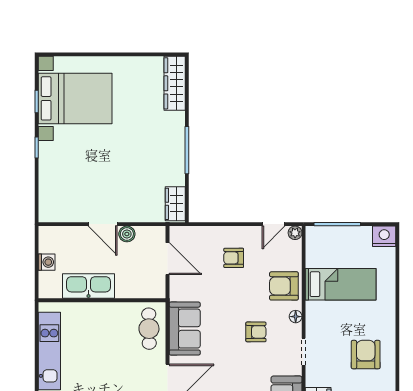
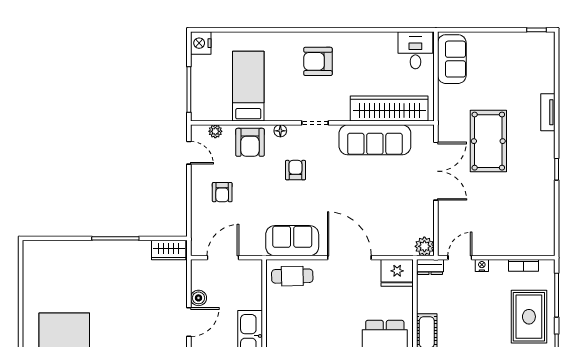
wardrobe: (175, 83) -> (49, 251), removed
plant: (295, 233) -> (215, 131), moved

